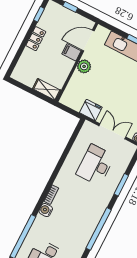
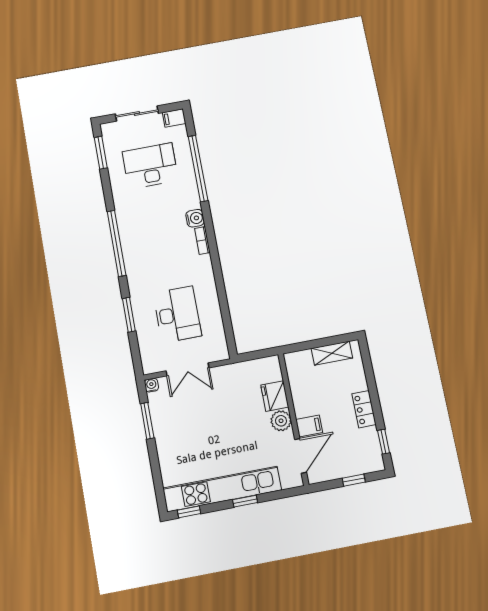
shelving: (47, 89) -> (332, 353), moved
fridge: (91, 110) -> (275, 396), moved, turned 90

